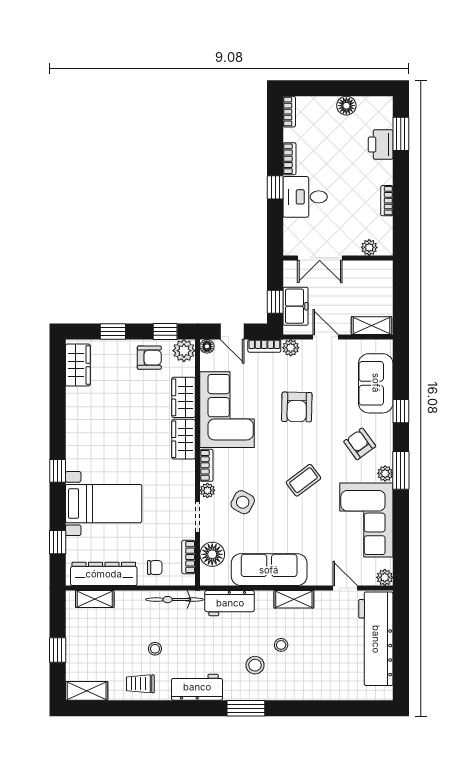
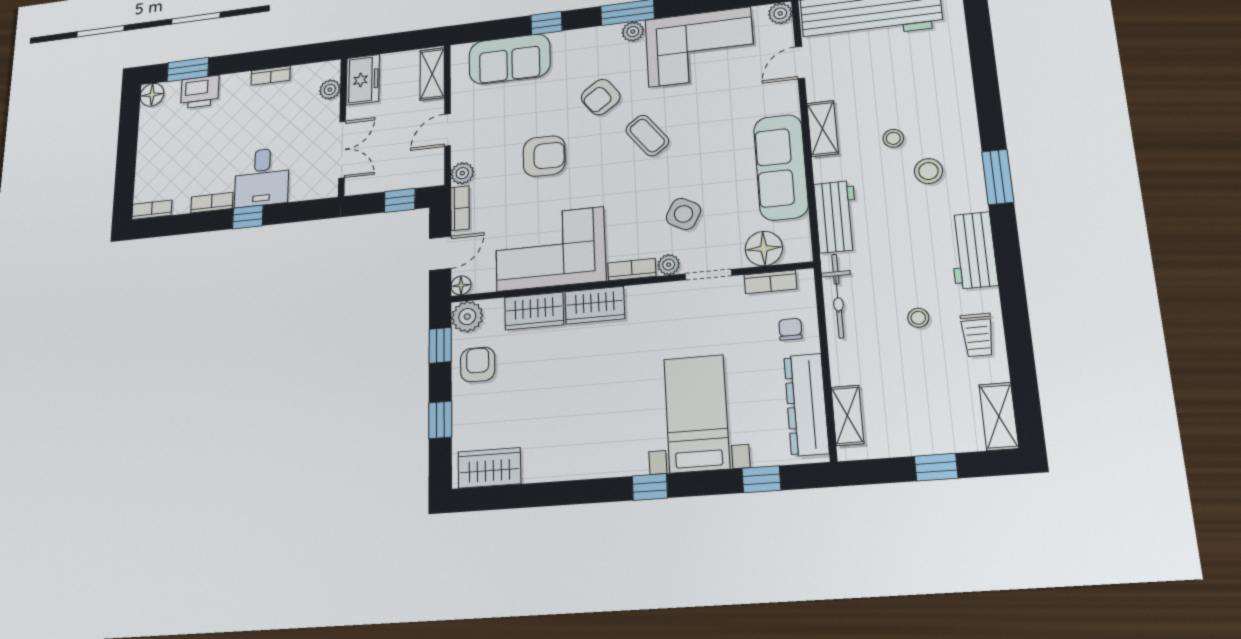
floor lamp: (346, 106) -> (152, 95), moved
freezer: (295, 306) -> (363, 80), moved, turned 90
armchair: (360, 444) -> (601, 97), moved

